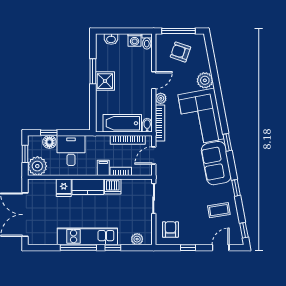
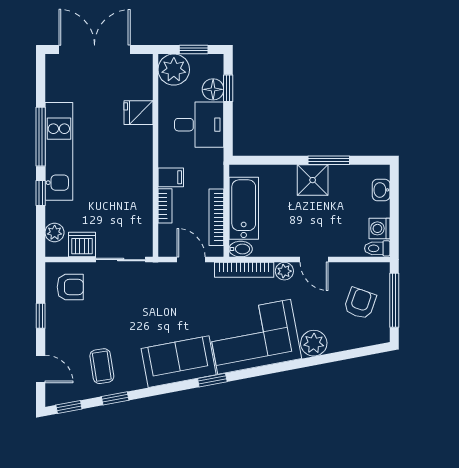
kitchen counter: (88, 187) -> (140, 152), removed
dishwasher: (113, 187) -> (82, 244), moved, turned 90
window: (236, 188) -> (115, 398), moved

